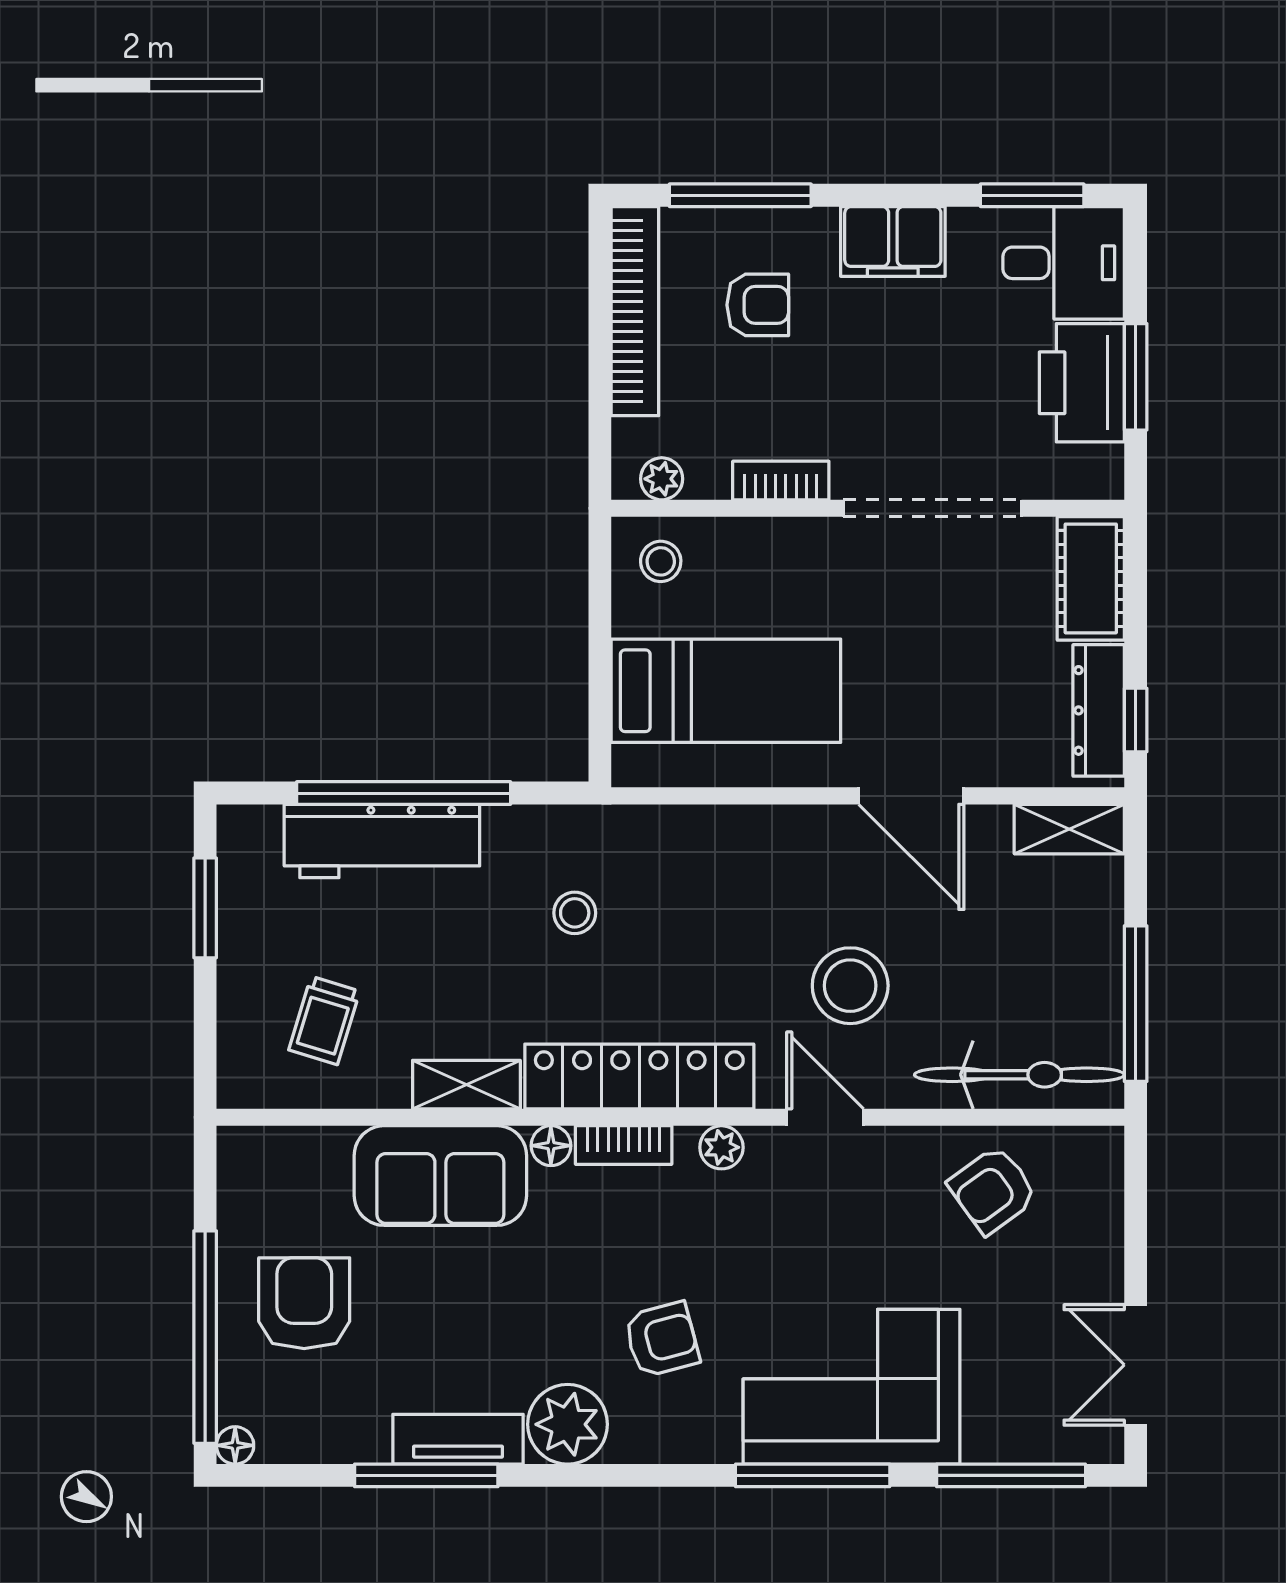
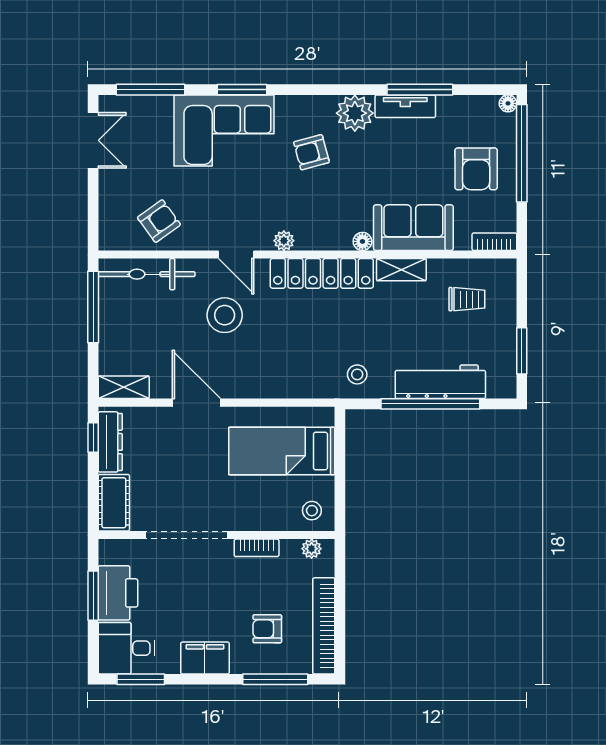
stool: (575, 913) -> (357, 374), moved
trolley: (324, 1020) -> (467, 299), turned 73
bookcase: (624, 1145) -> (494, 242), moved
window: (813, 1475) -> (242, 90), width x0.69

